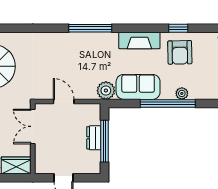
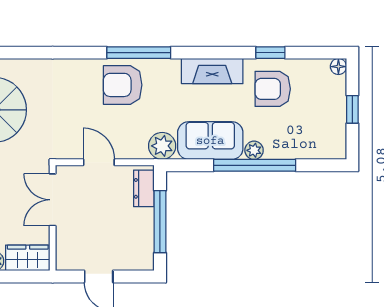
armchair: (79, 50) -> (123, 85), added
armchair: (180, 52) -> (273, 89), turned 91
plant: (182, 93) -> (254, 150), moved
dresser: (94, 138) -> (144, 188), moved

